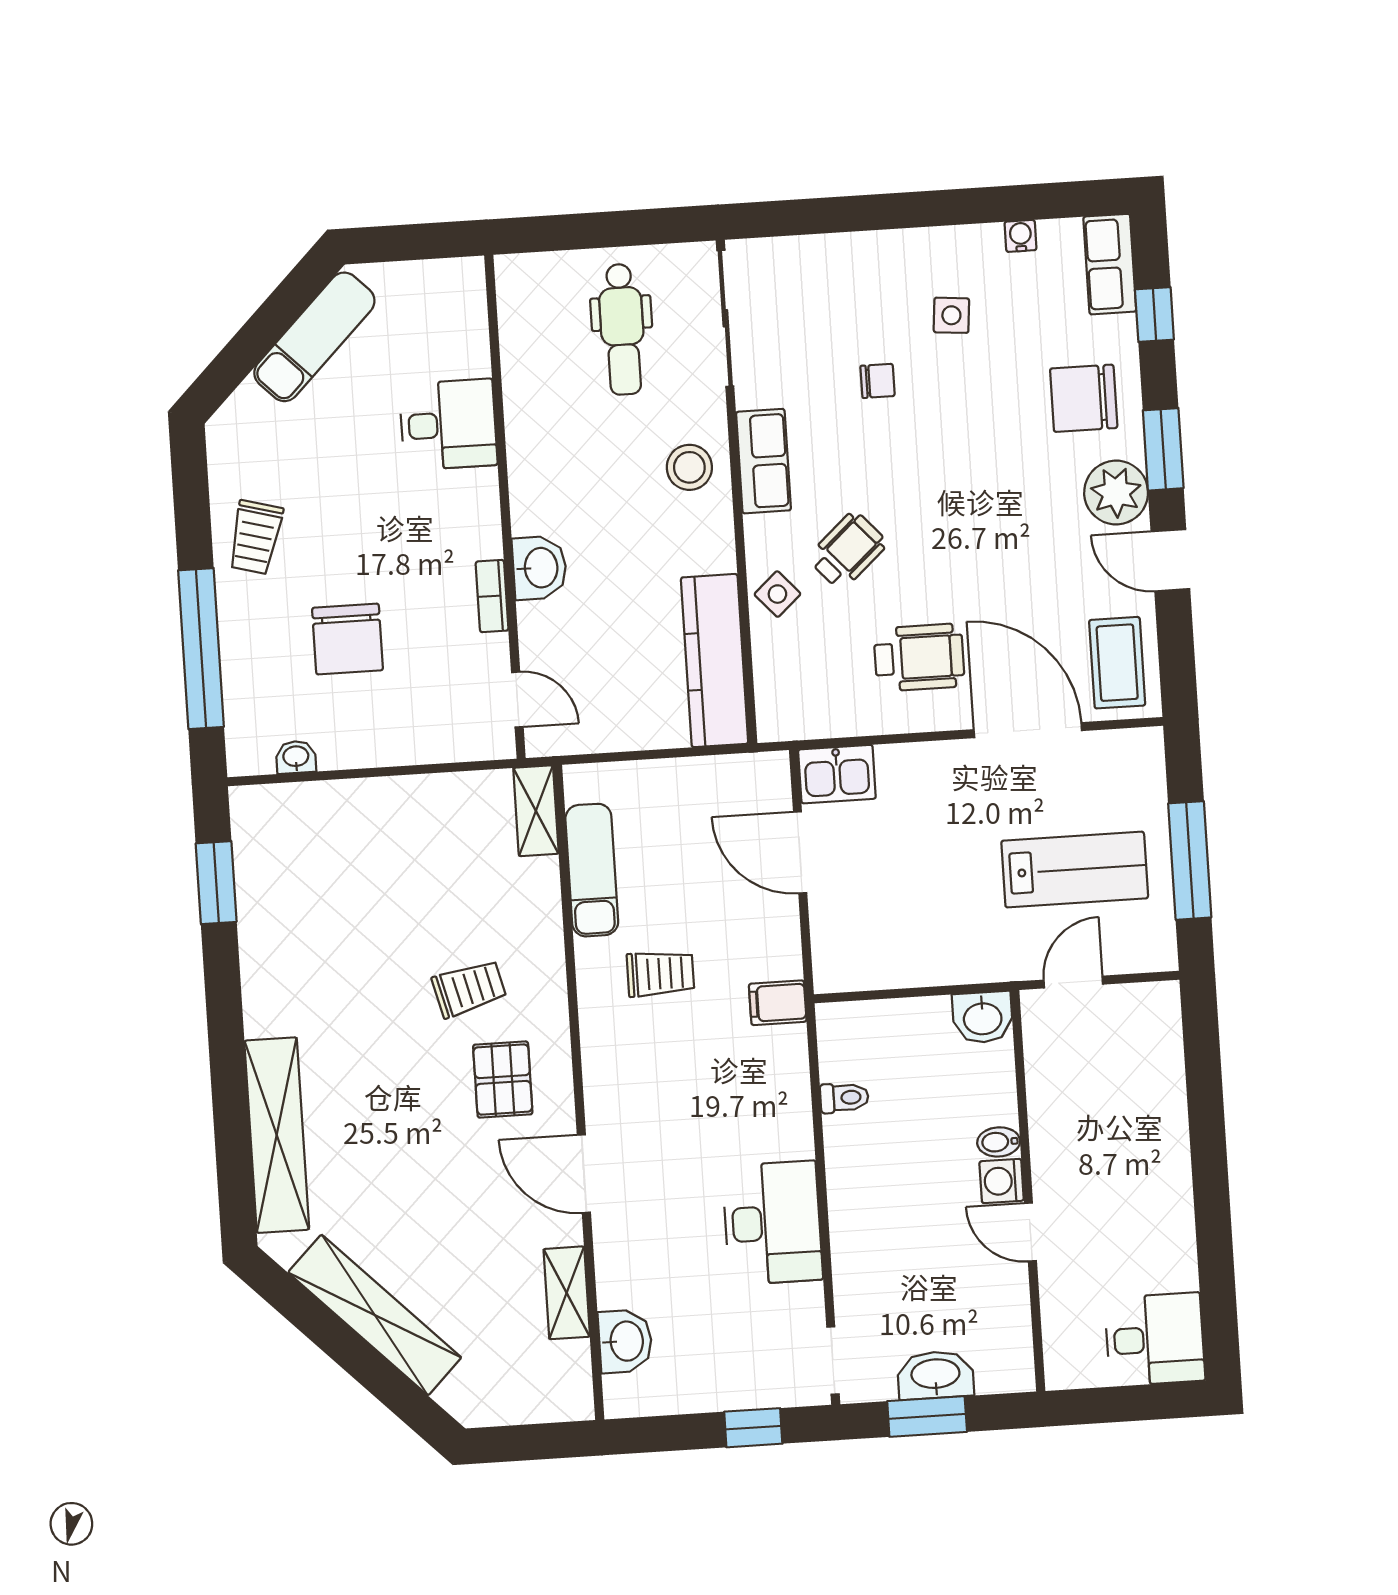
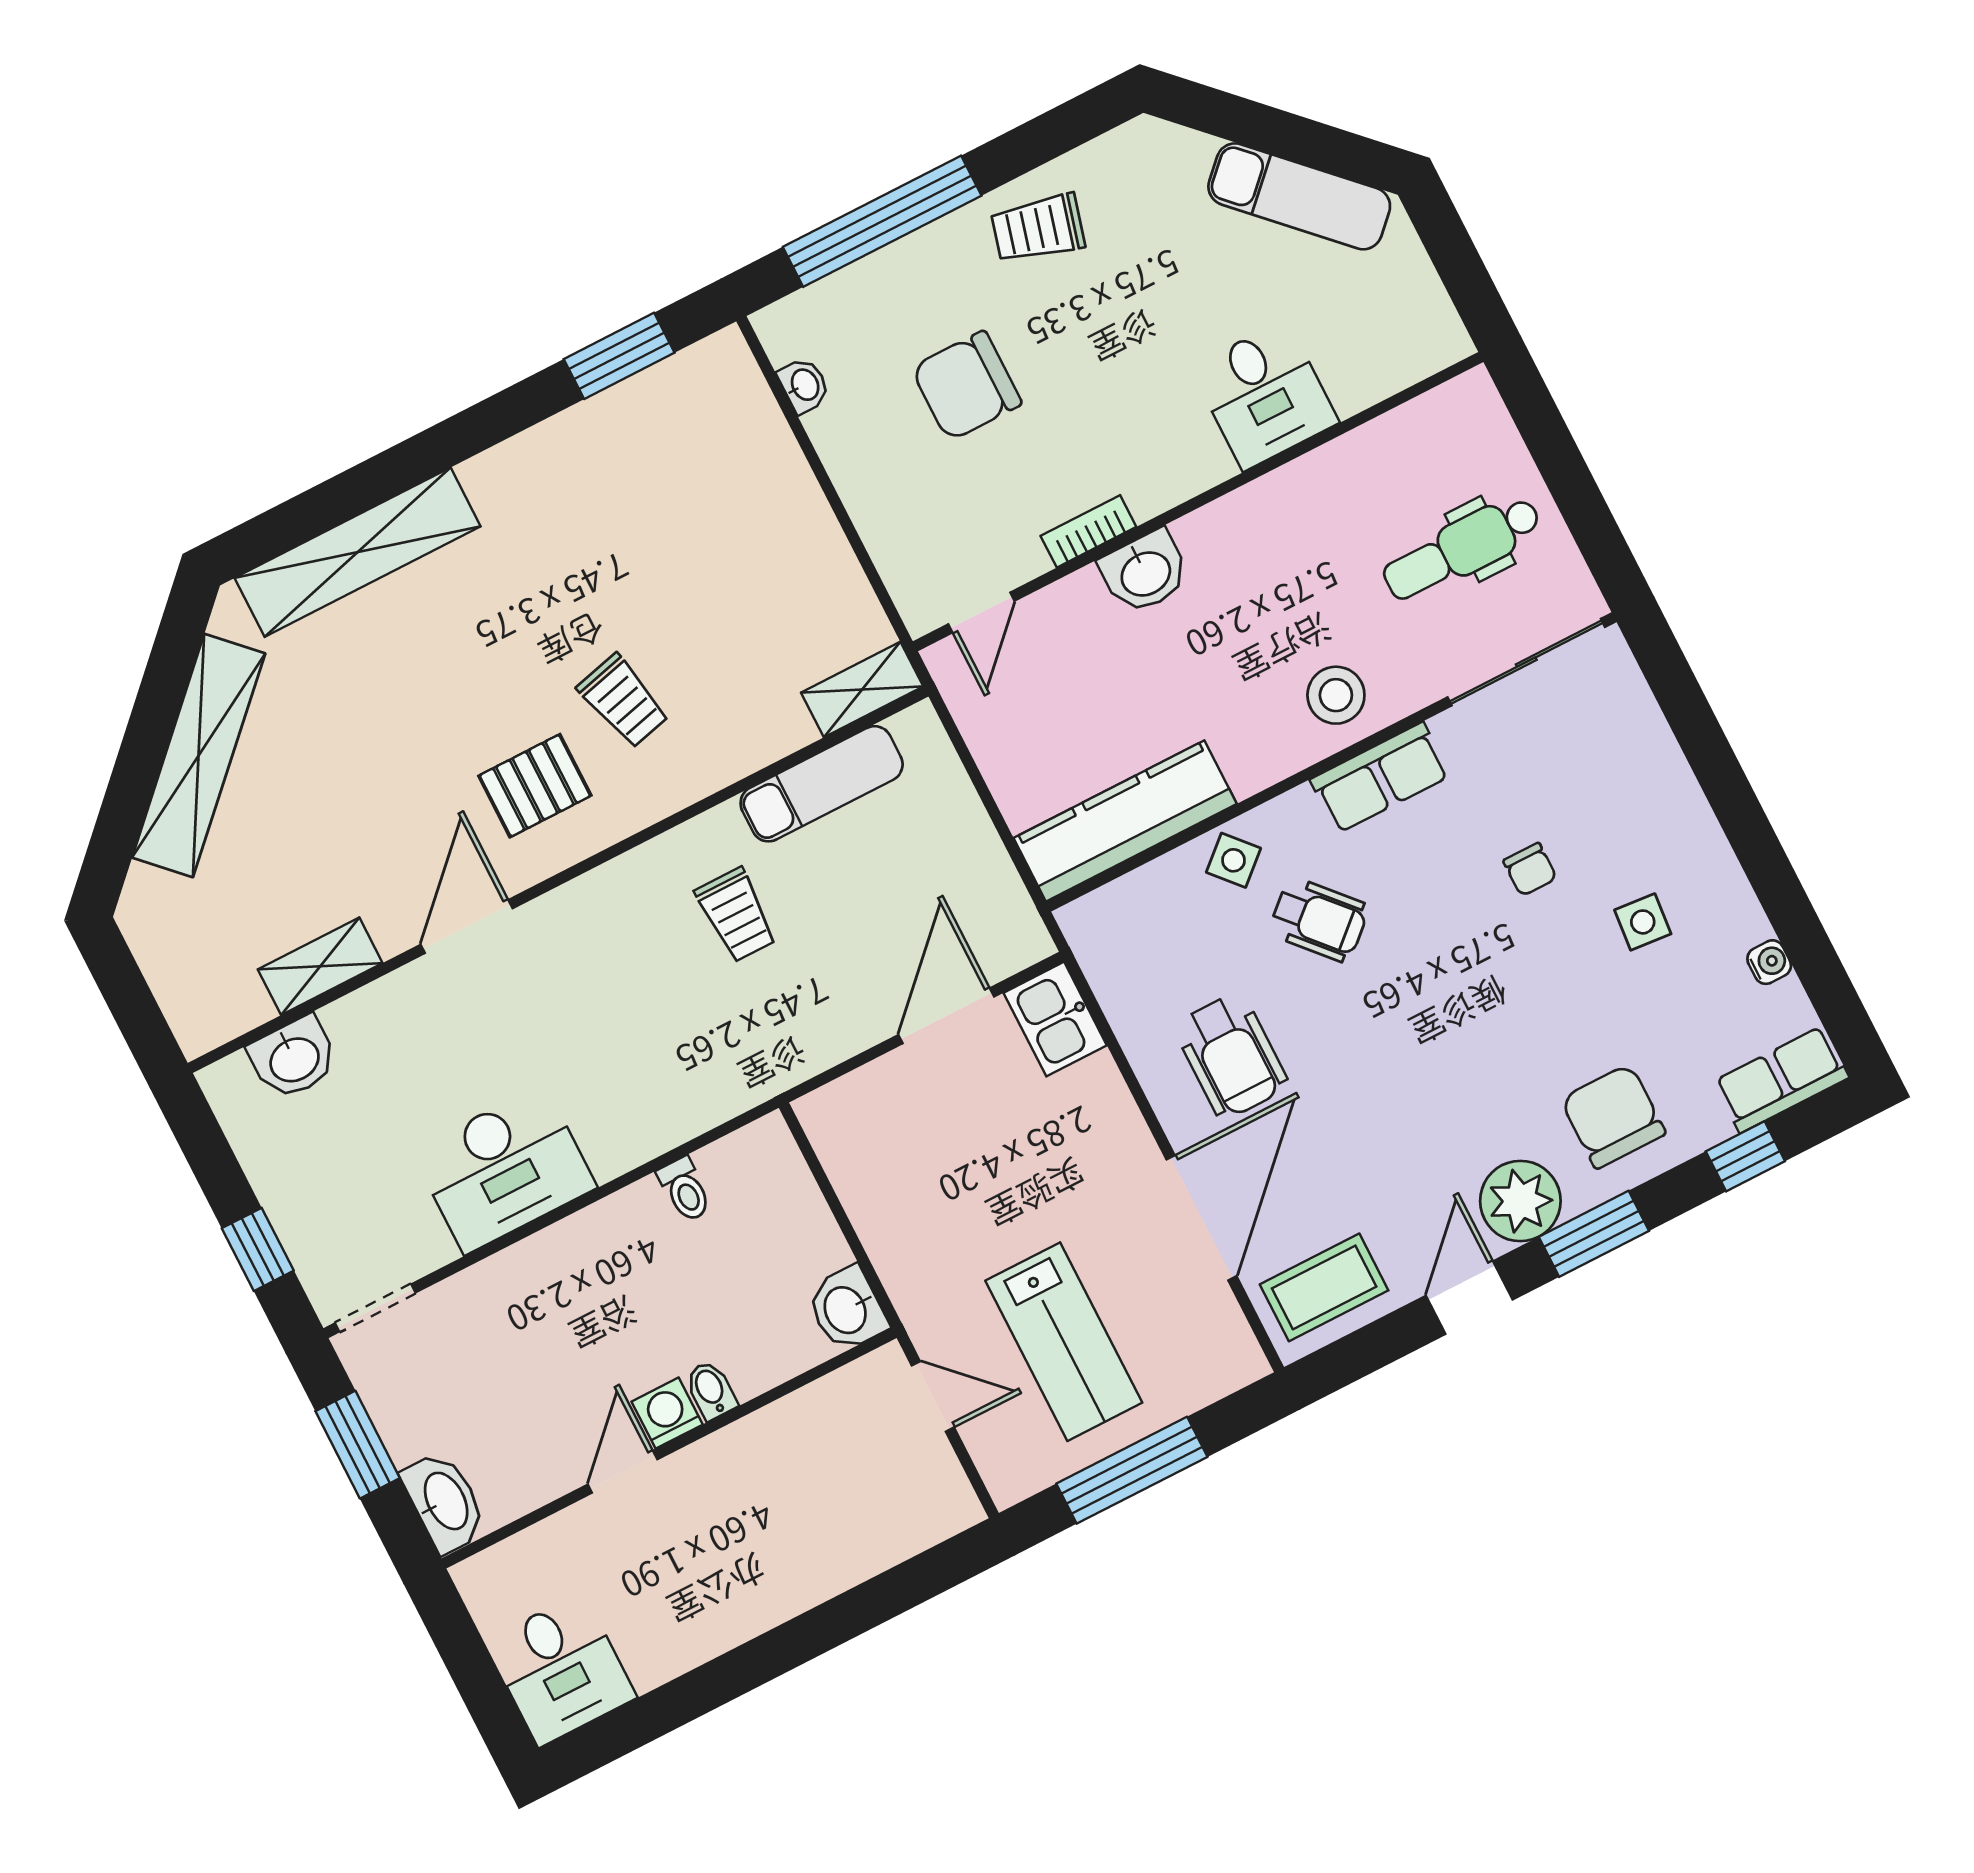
filing cabinet: (778, 1003) -> (761, 1065), removed
washbasin: (935, 1375) -> (445, 1502), moved

